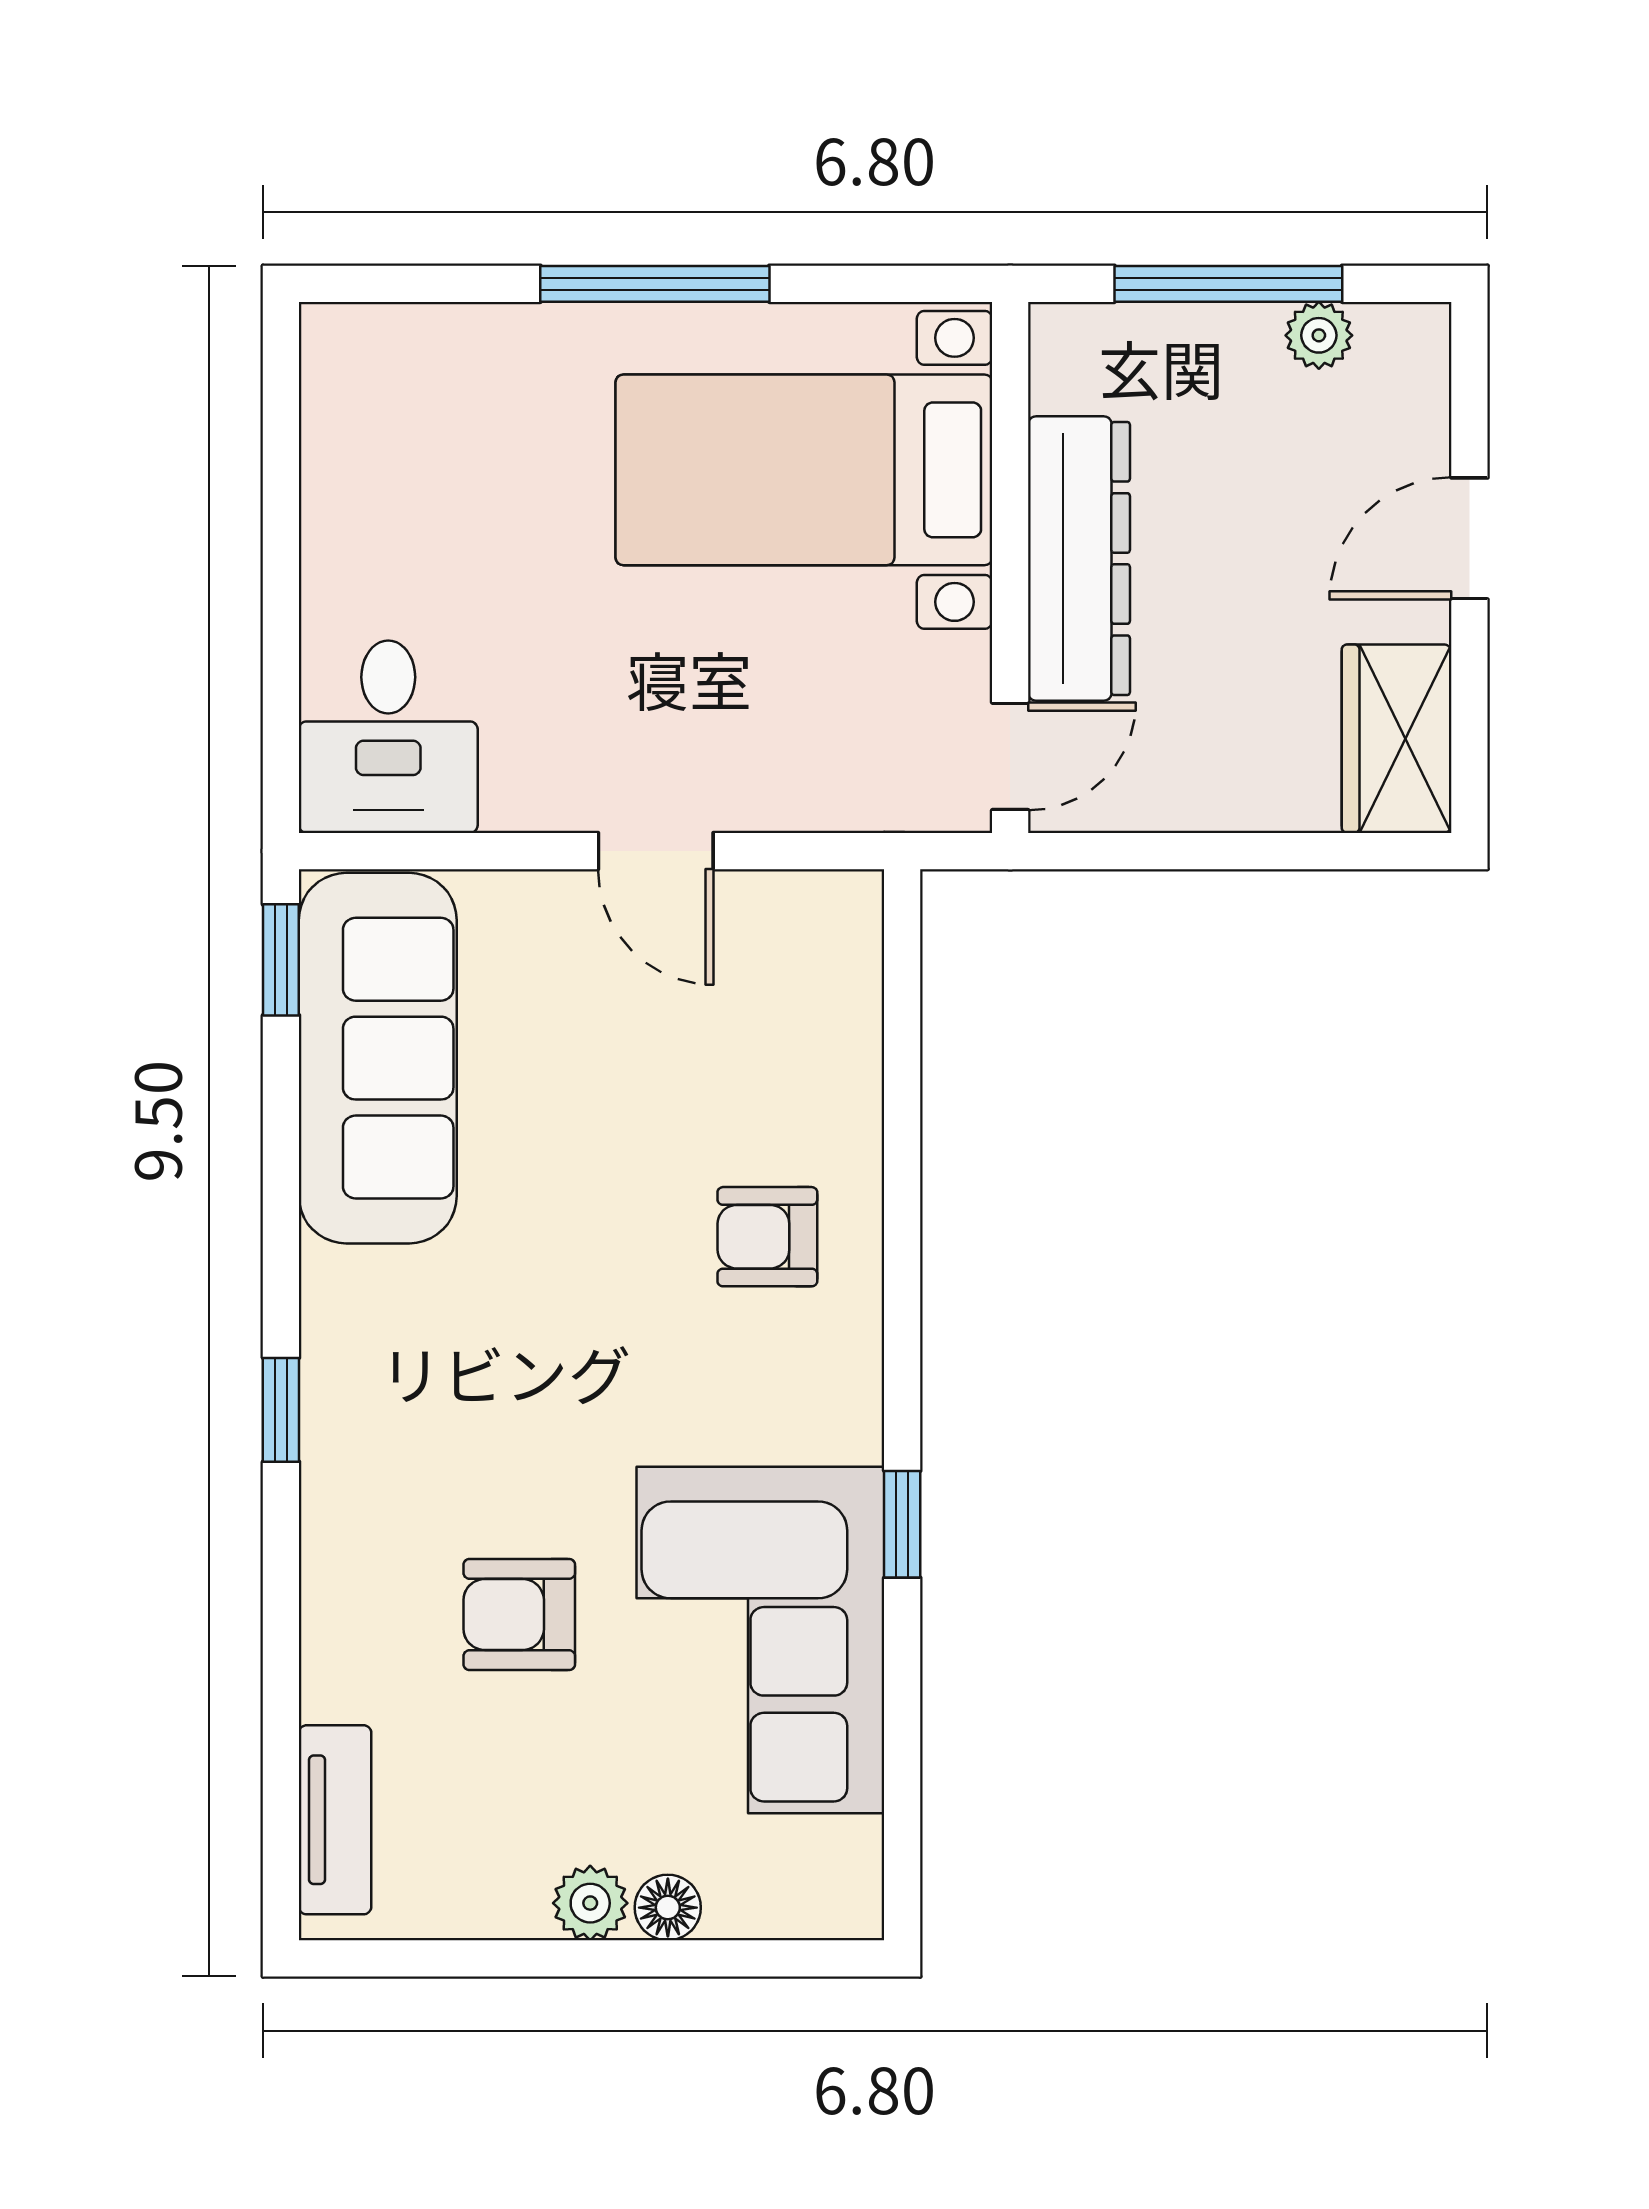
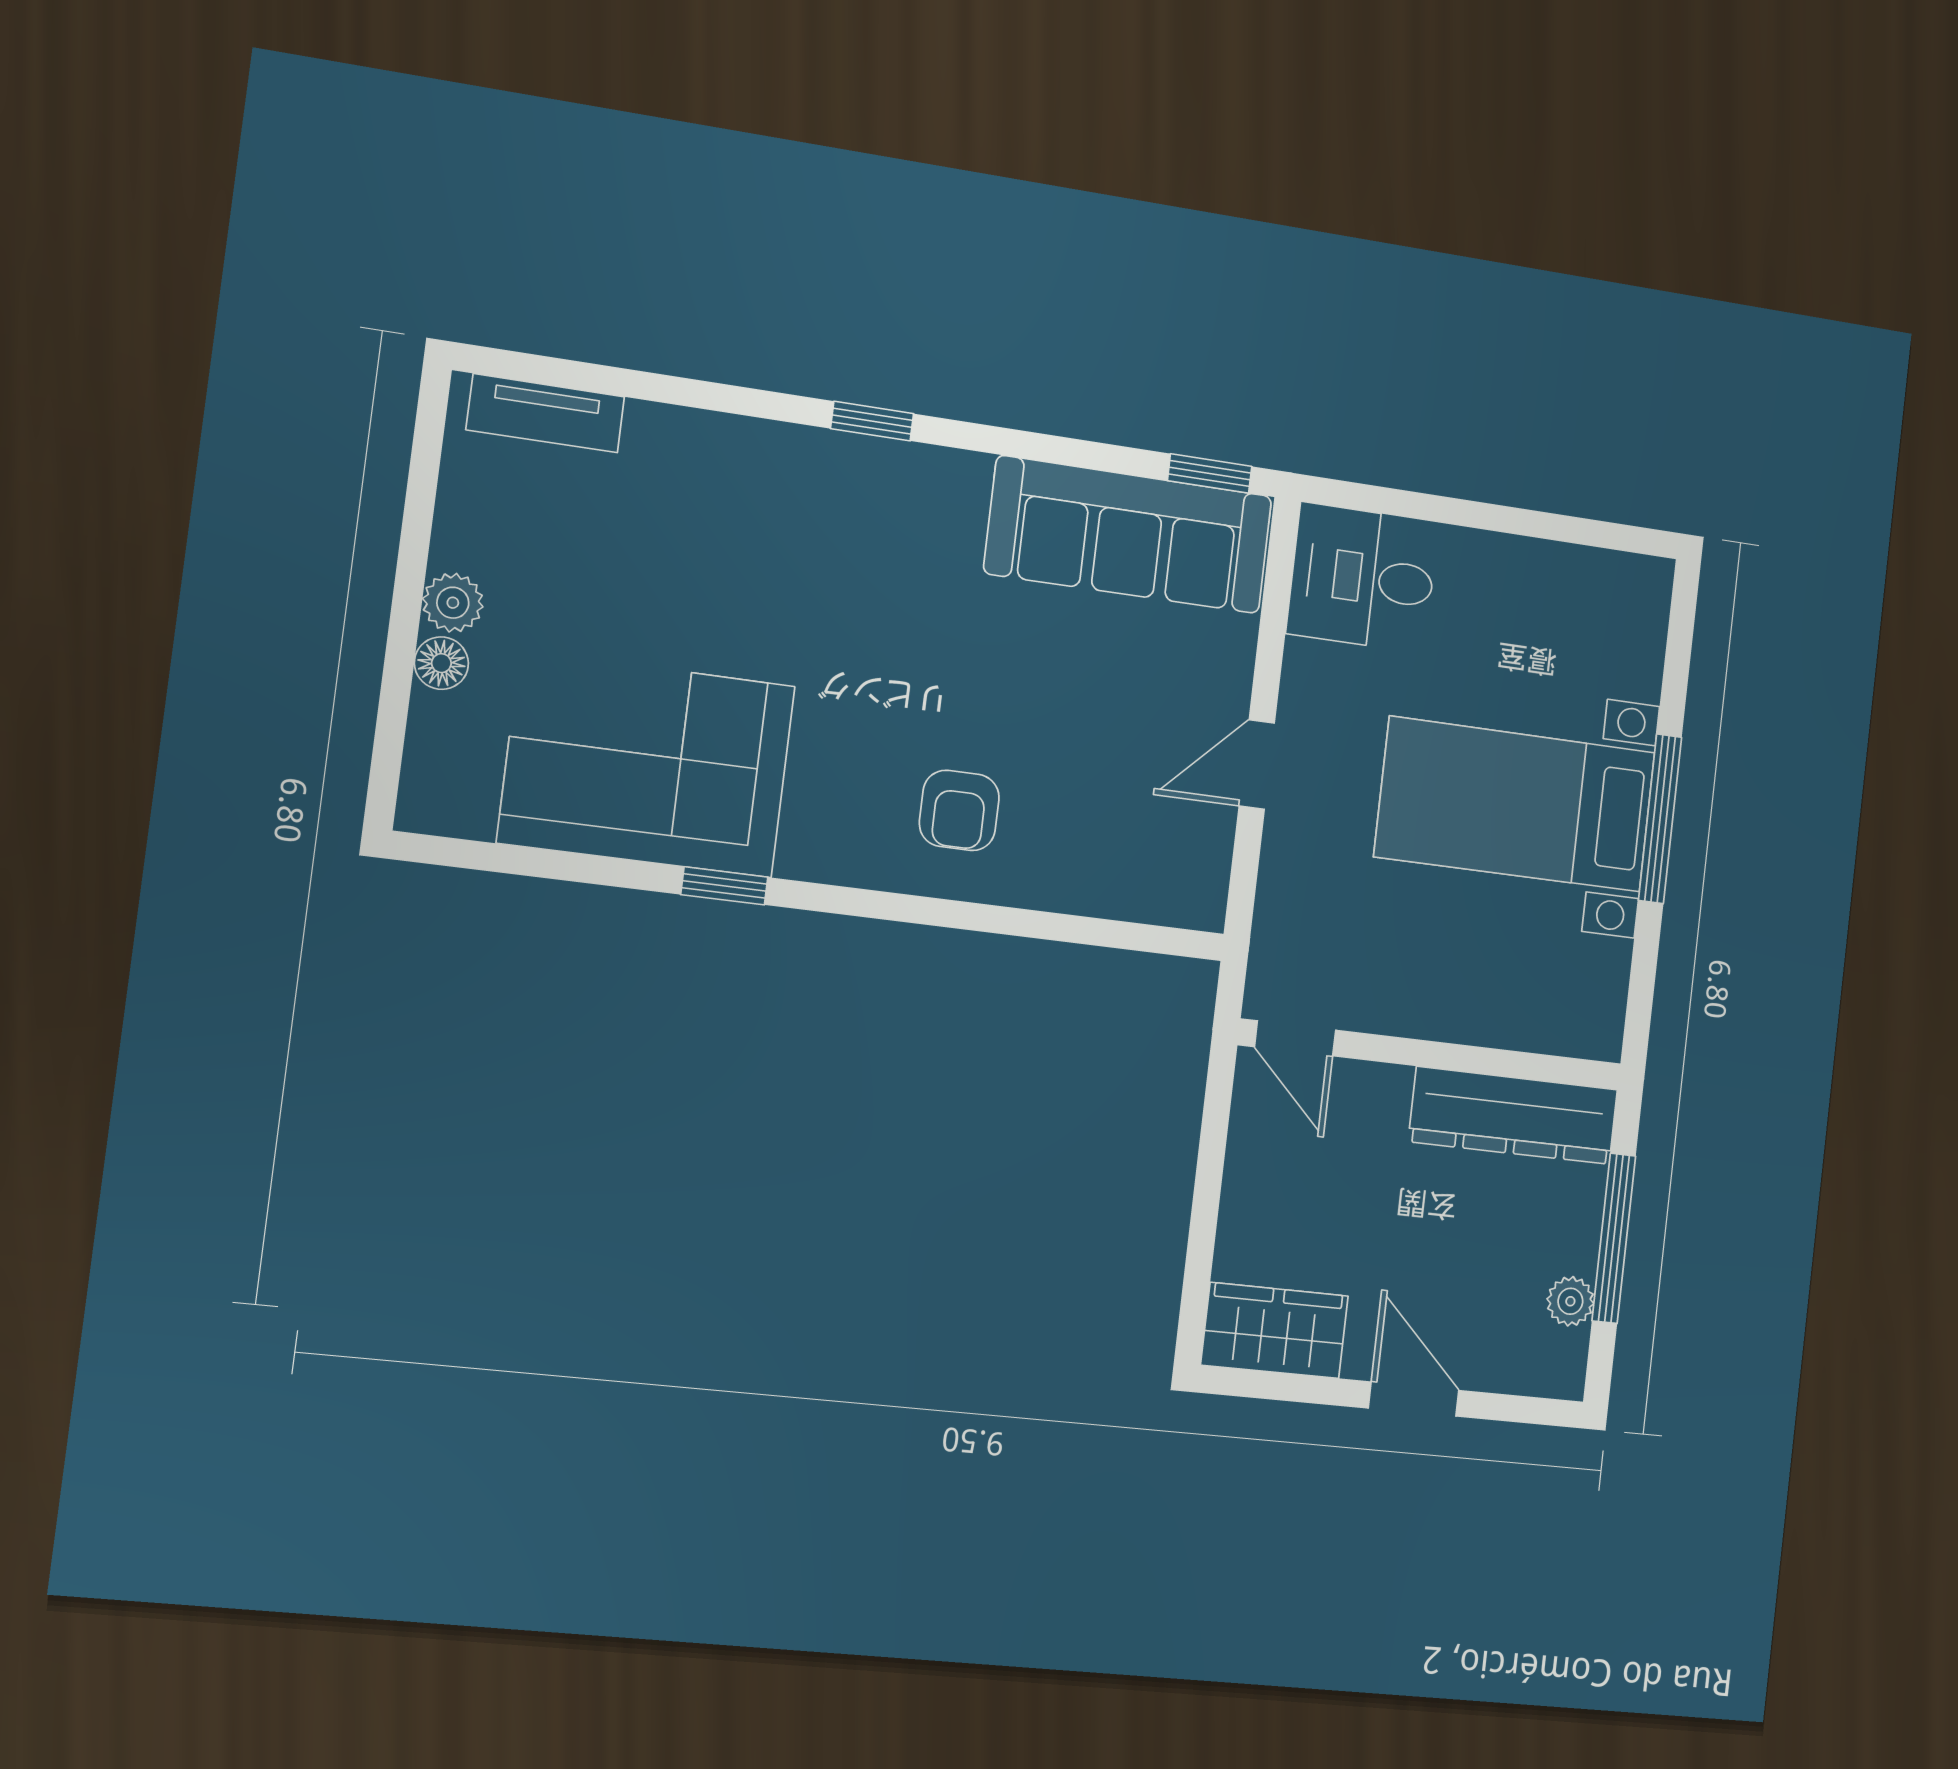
bed with nightstands: (804, 470) -> (1515, 804), moved, turned -90
dresser: (1079, 558) -> (1513, 1116), moved
armchair: (767, 1237) -> (959, 810), turned 180
armchair: (519, 1614) -> (690, 580), removed

